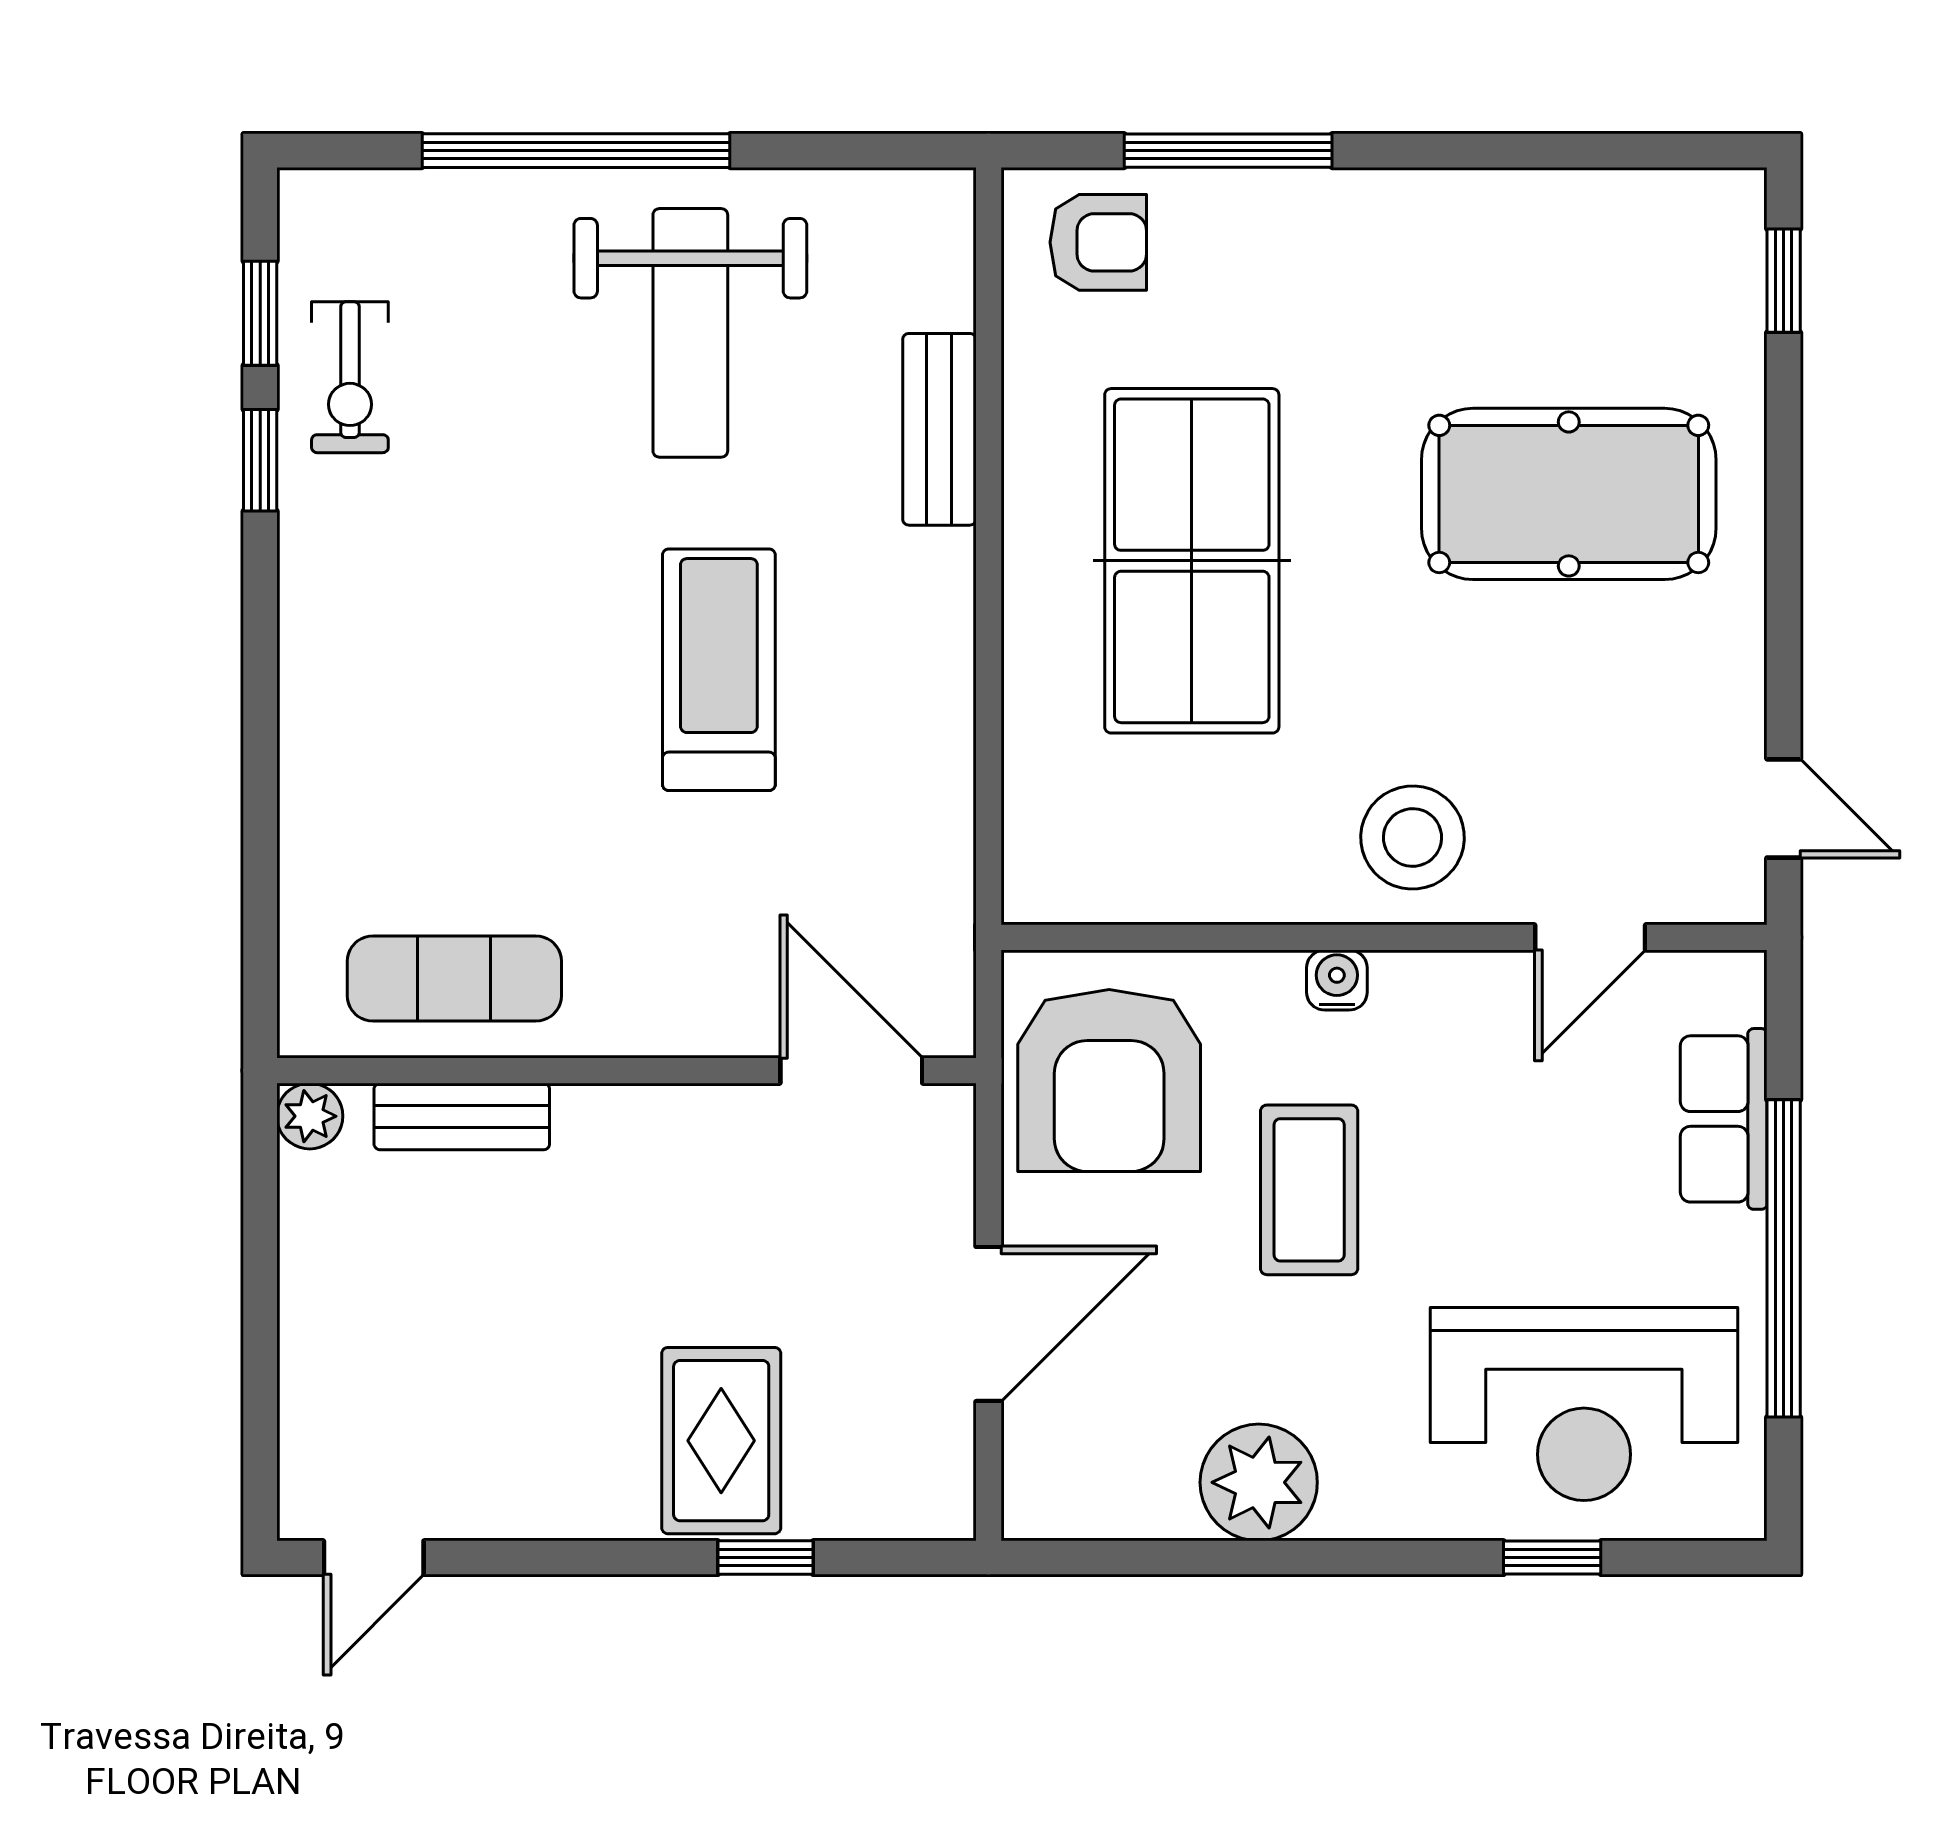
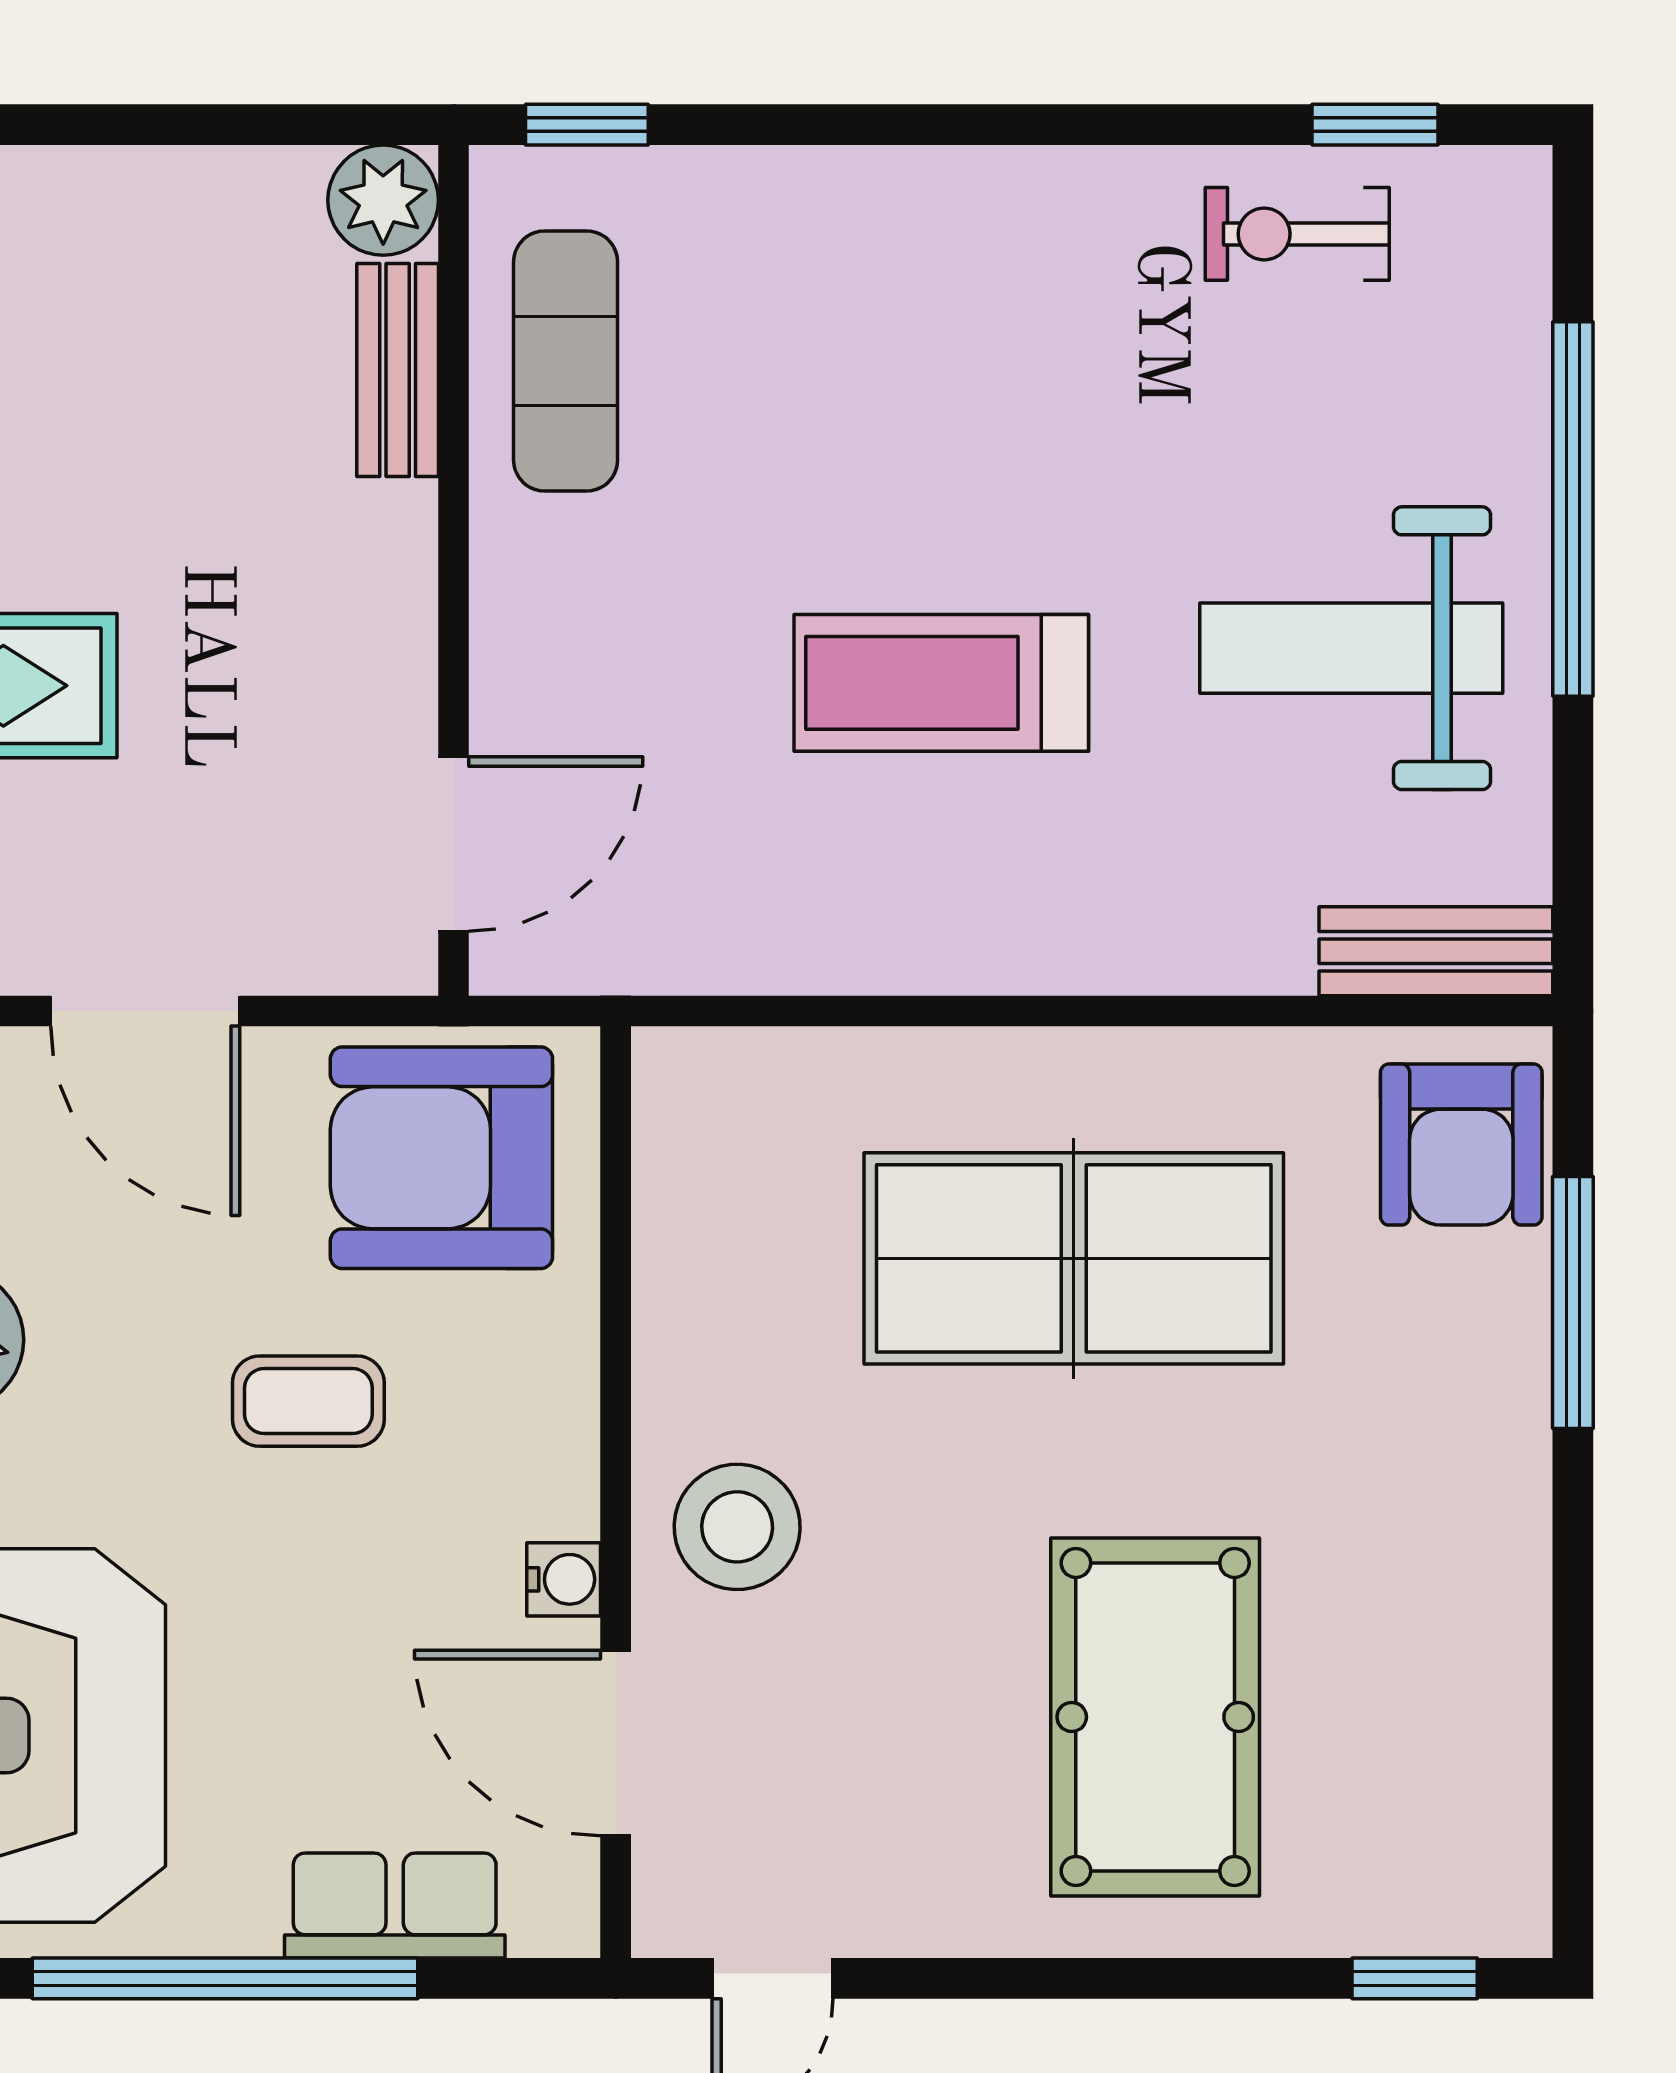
armchair: (1098, 242) -> (1461, 1145), width x1.38, depth x1.38
bench: (939, 429) -> (1436, 951), moved
window: (260, 460) -> (587, 125), moved
treadmill: (719, 670) -> (941, 683), turned 180
door: (1590, 937) -> (616, 1743), width x1.38
water cooler: (1337, 980) -> (564, 1579), moved
plant: (310, 1116) -> (383, 200), width x1.38, depth x1.38
coffee table: (1309, 1190) -> (308, 1401), width x0.73, depth x0.77

